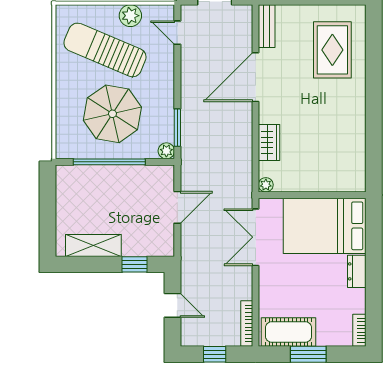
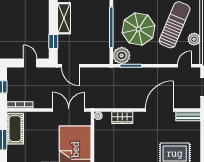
door: (256, 77) -> (159, 110), hinge flipped
plant: (166, 151) -> (122, 56), width x1.87, depth x1.87
door: (177, 207) -> (71, 66), moved
door: (172, 305) -> (30, 63), swing flipped

